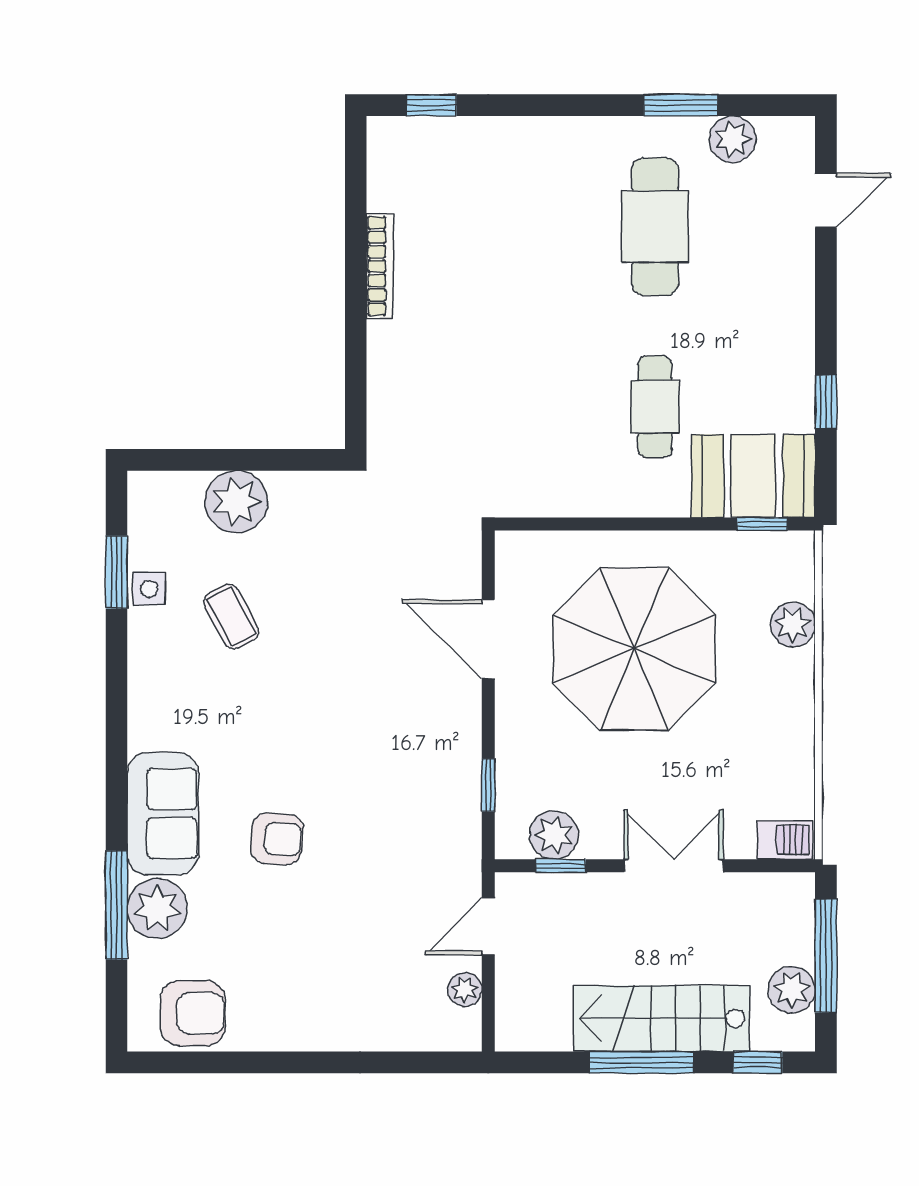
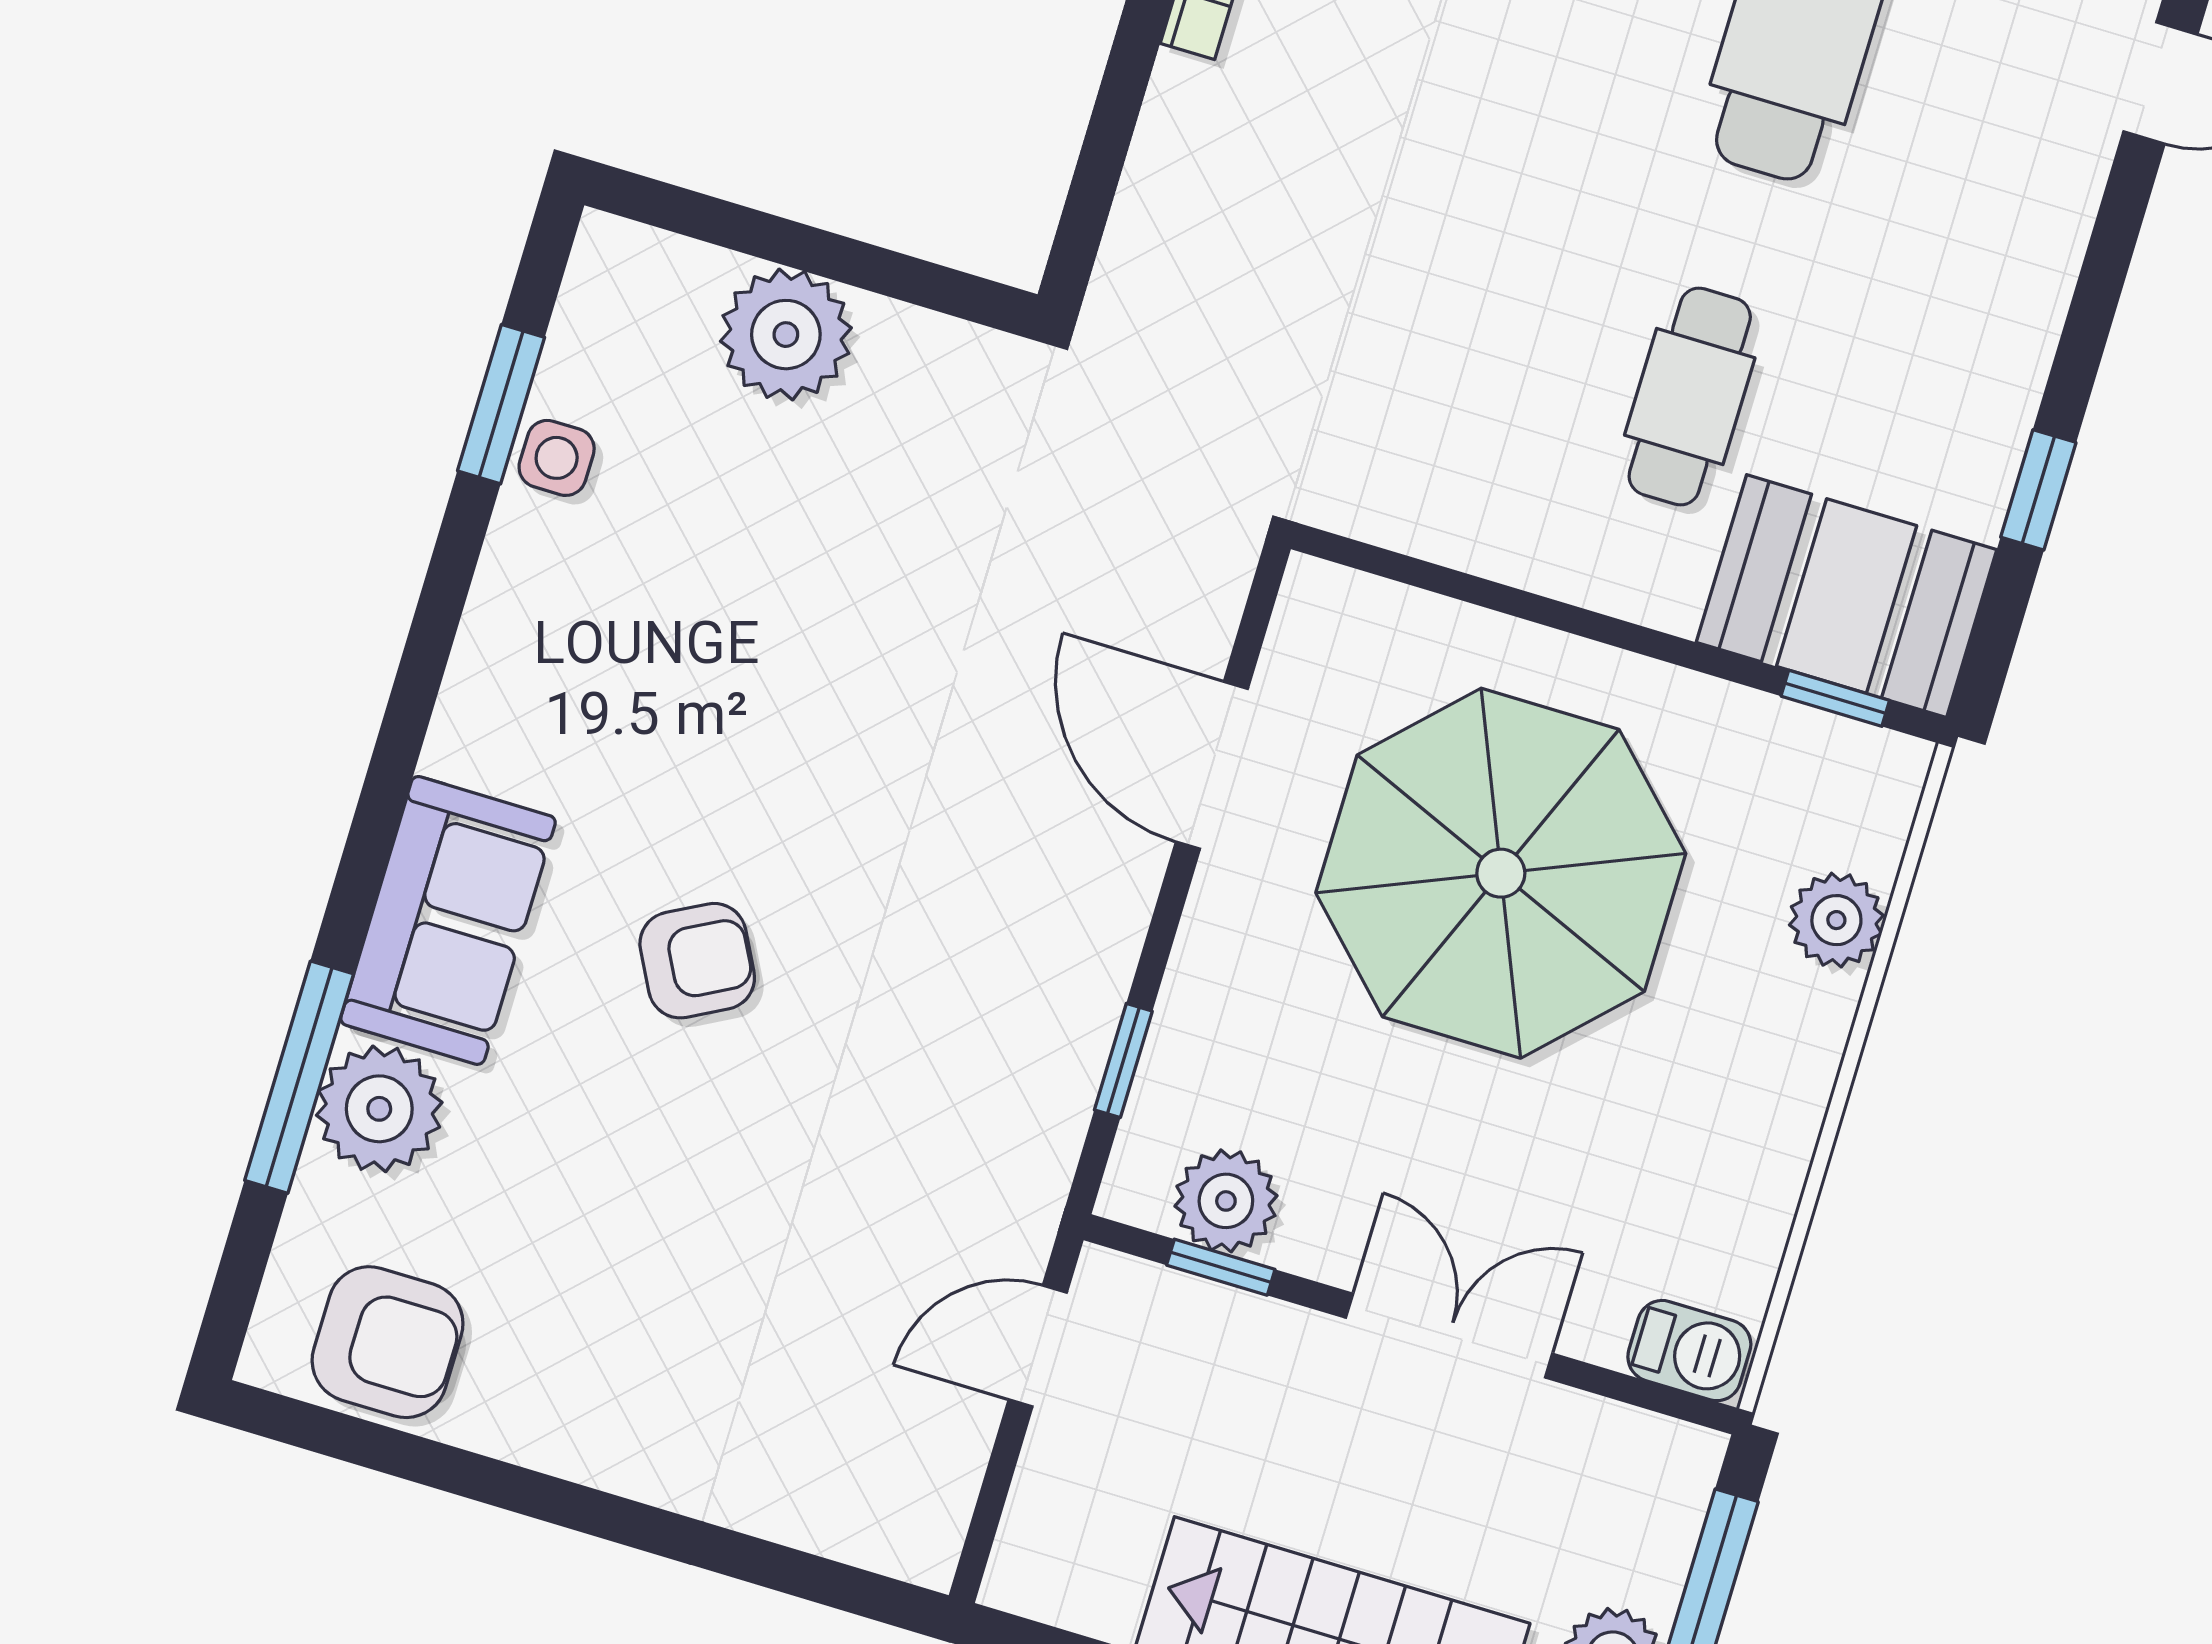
coffee table: (231, 617) -> (706, 564), removed
armchair: (277, 839) -> (697, 961), moved, turned -33
plant: (465, 989) -> (952, 1459), removed

